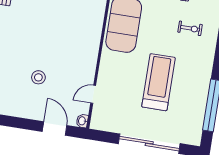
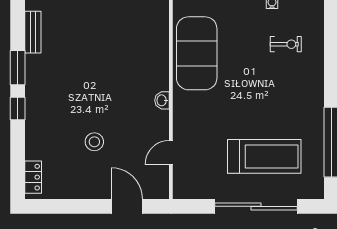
treadmill: (158, 82) -> (264, 156), moved, turned 90
washbasin: (82, 121) -> (162, 100), moved

